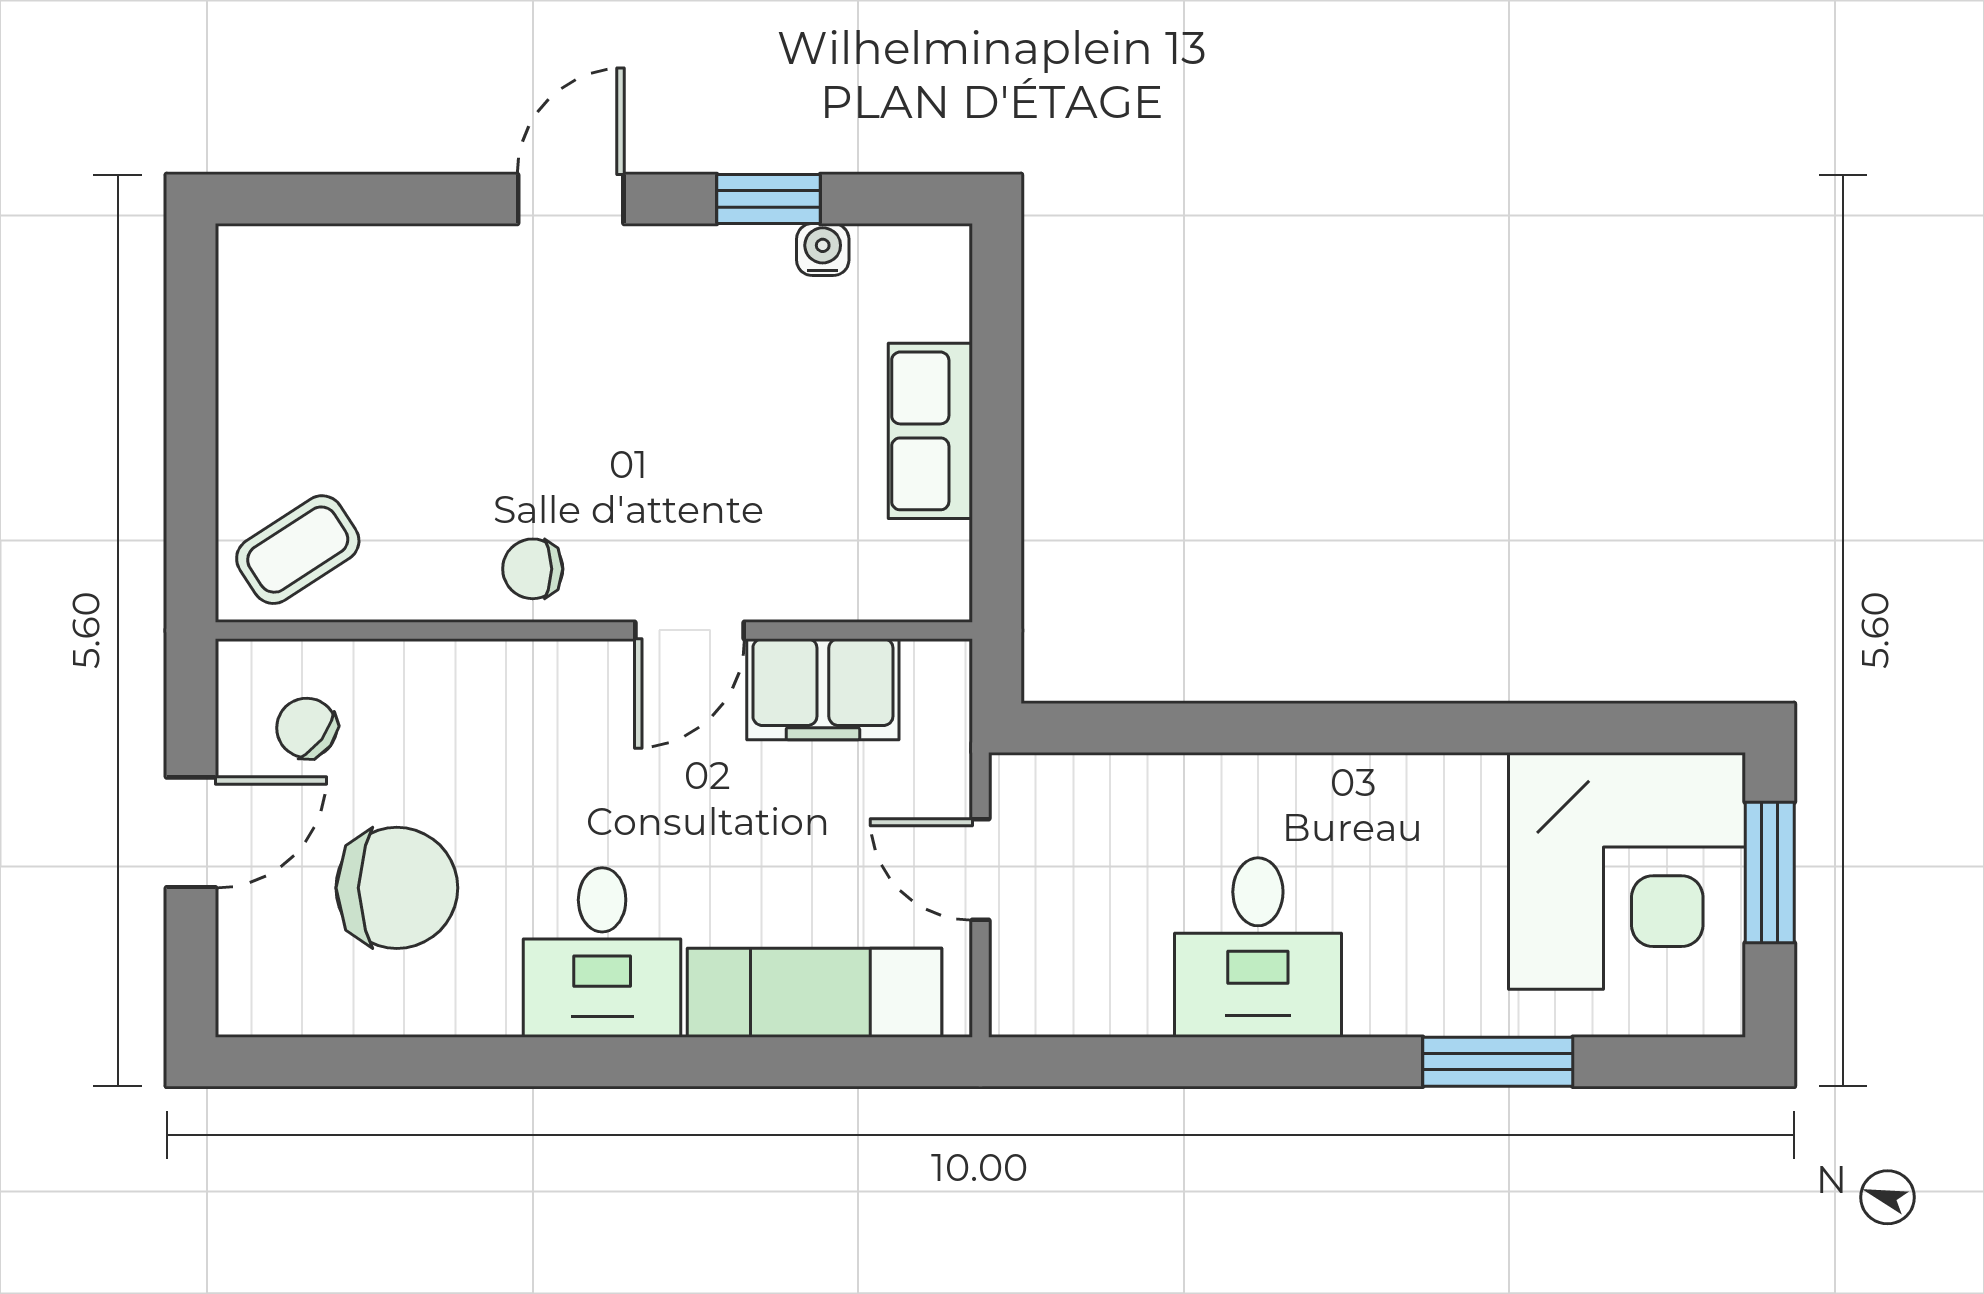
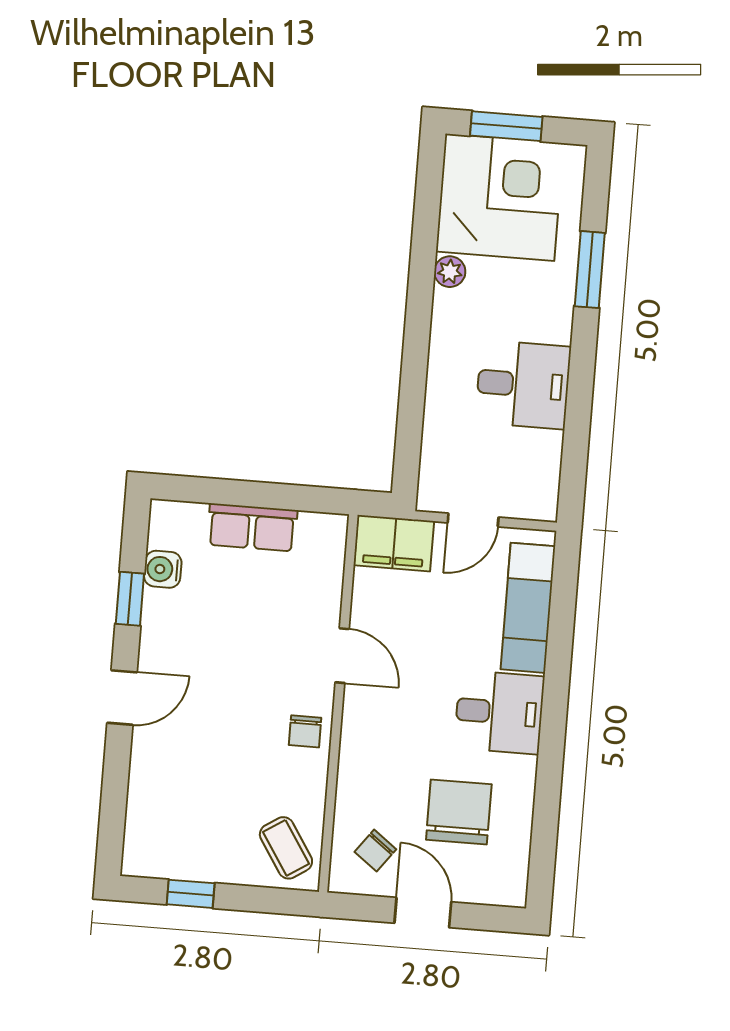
door: (571, 199) -> (122, 698), swing flipped
water cooler: (823, 250) -> (163, 569), width x1.38, depth x1.38
window: (191, 367) -> (191, 894), added
filing cabinet: (823, 689) -> (394, 543), moved, turned 90
plant: (1471, 783) -> (450, 272), added

